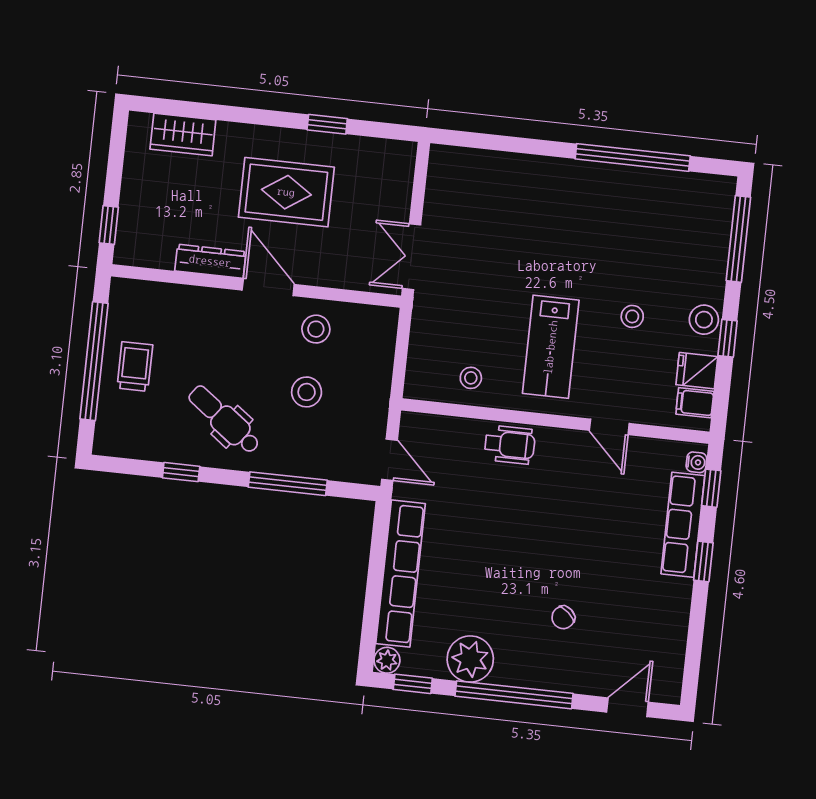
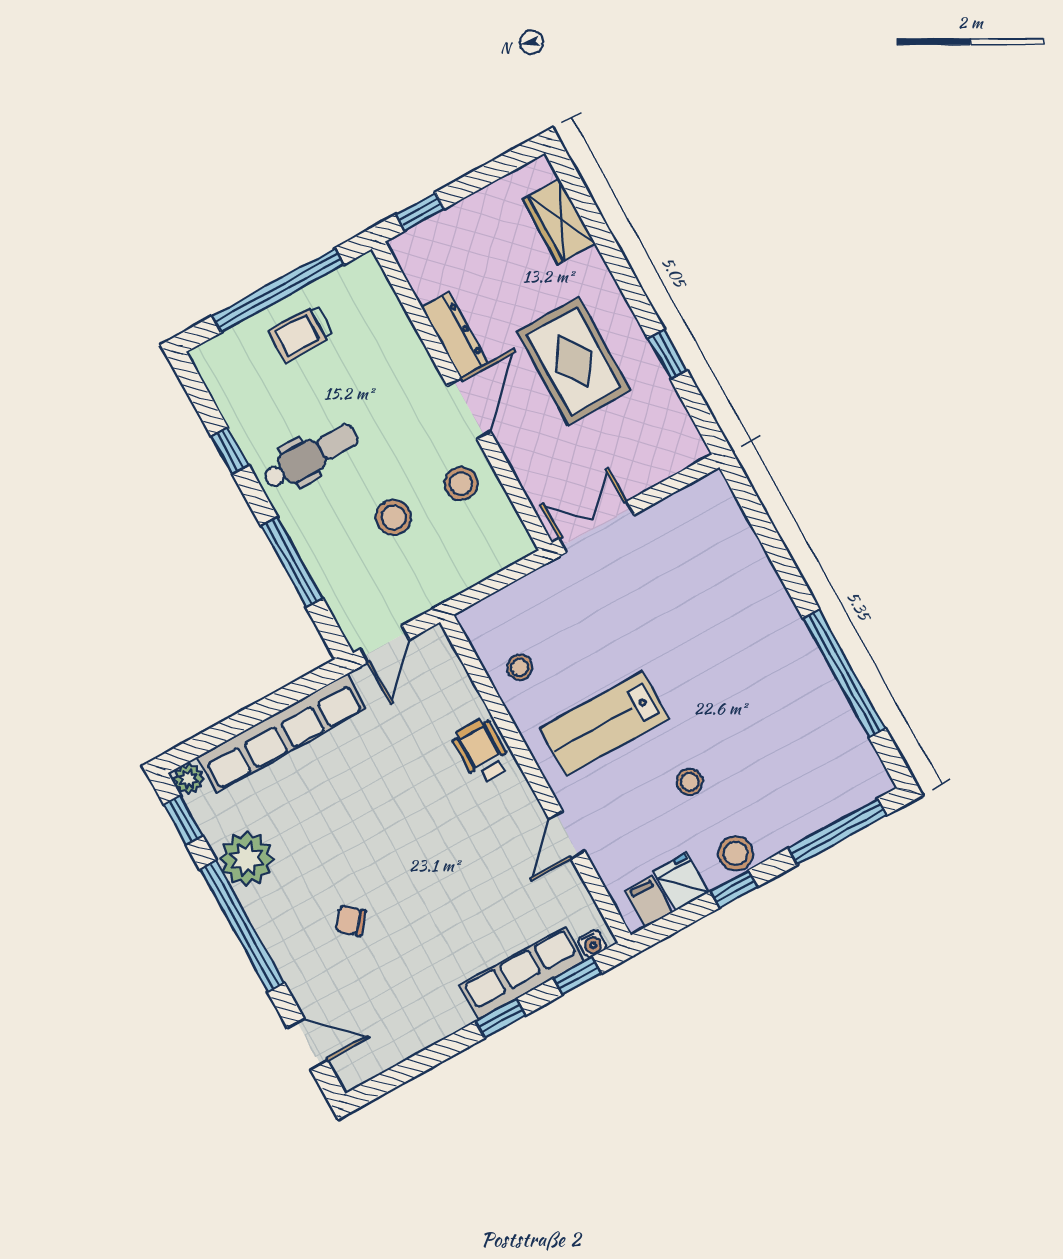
trolley: (135, 366) -> (301, 334), turned 180
dental chair: (224, 420) -> (311, 457), turned 53
wheelchair: (510, 445) -> (482, 751), turned 180

